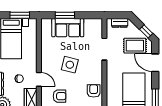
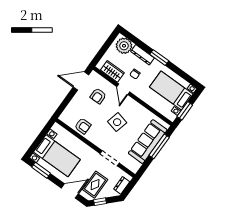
window: (65, 15) -> (159, 146), width x1.44
sofa: (68, 28) -> (148, 142), width x1.36
door: (39, 79) -> (123, 89), hinge flipped

